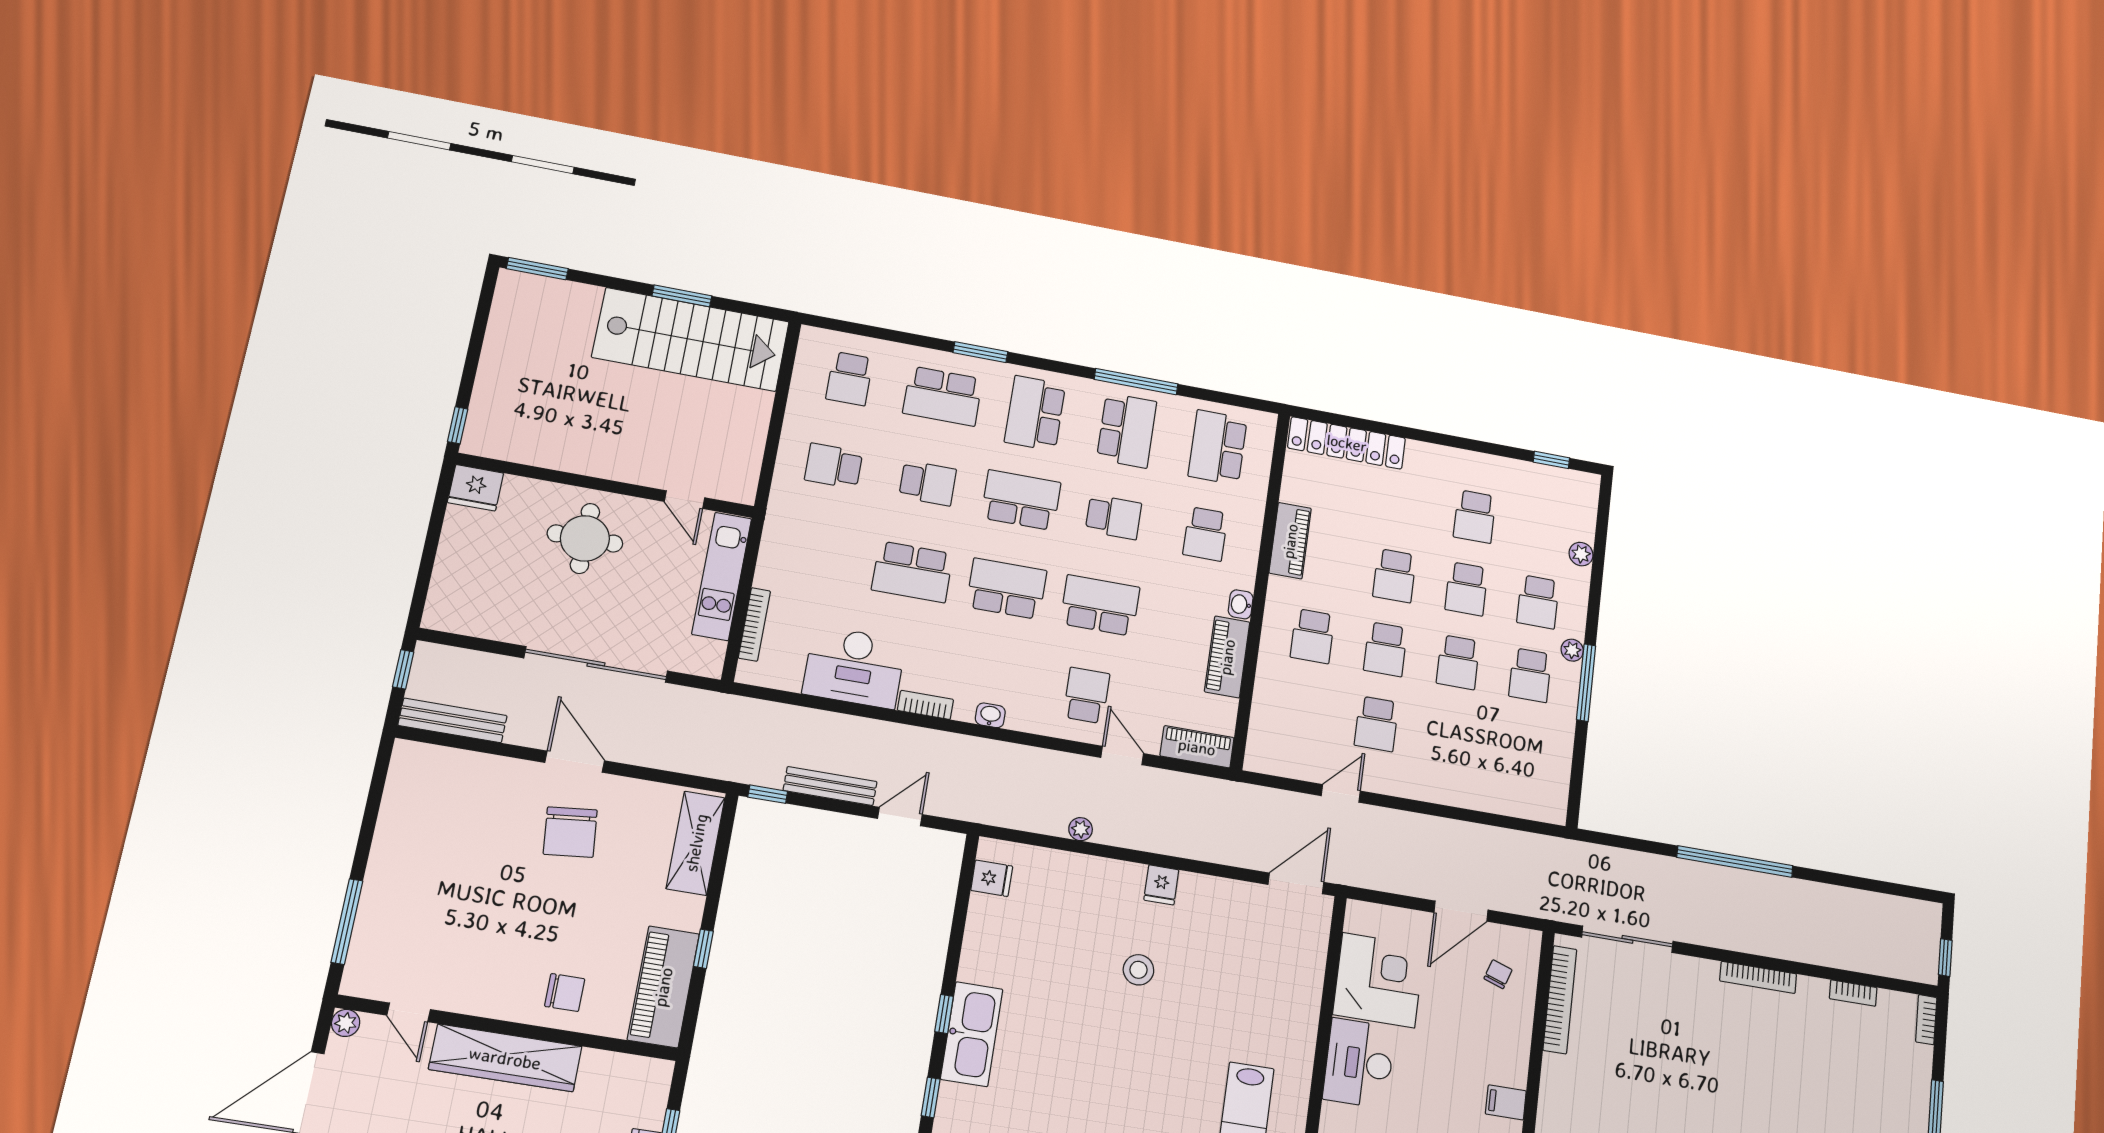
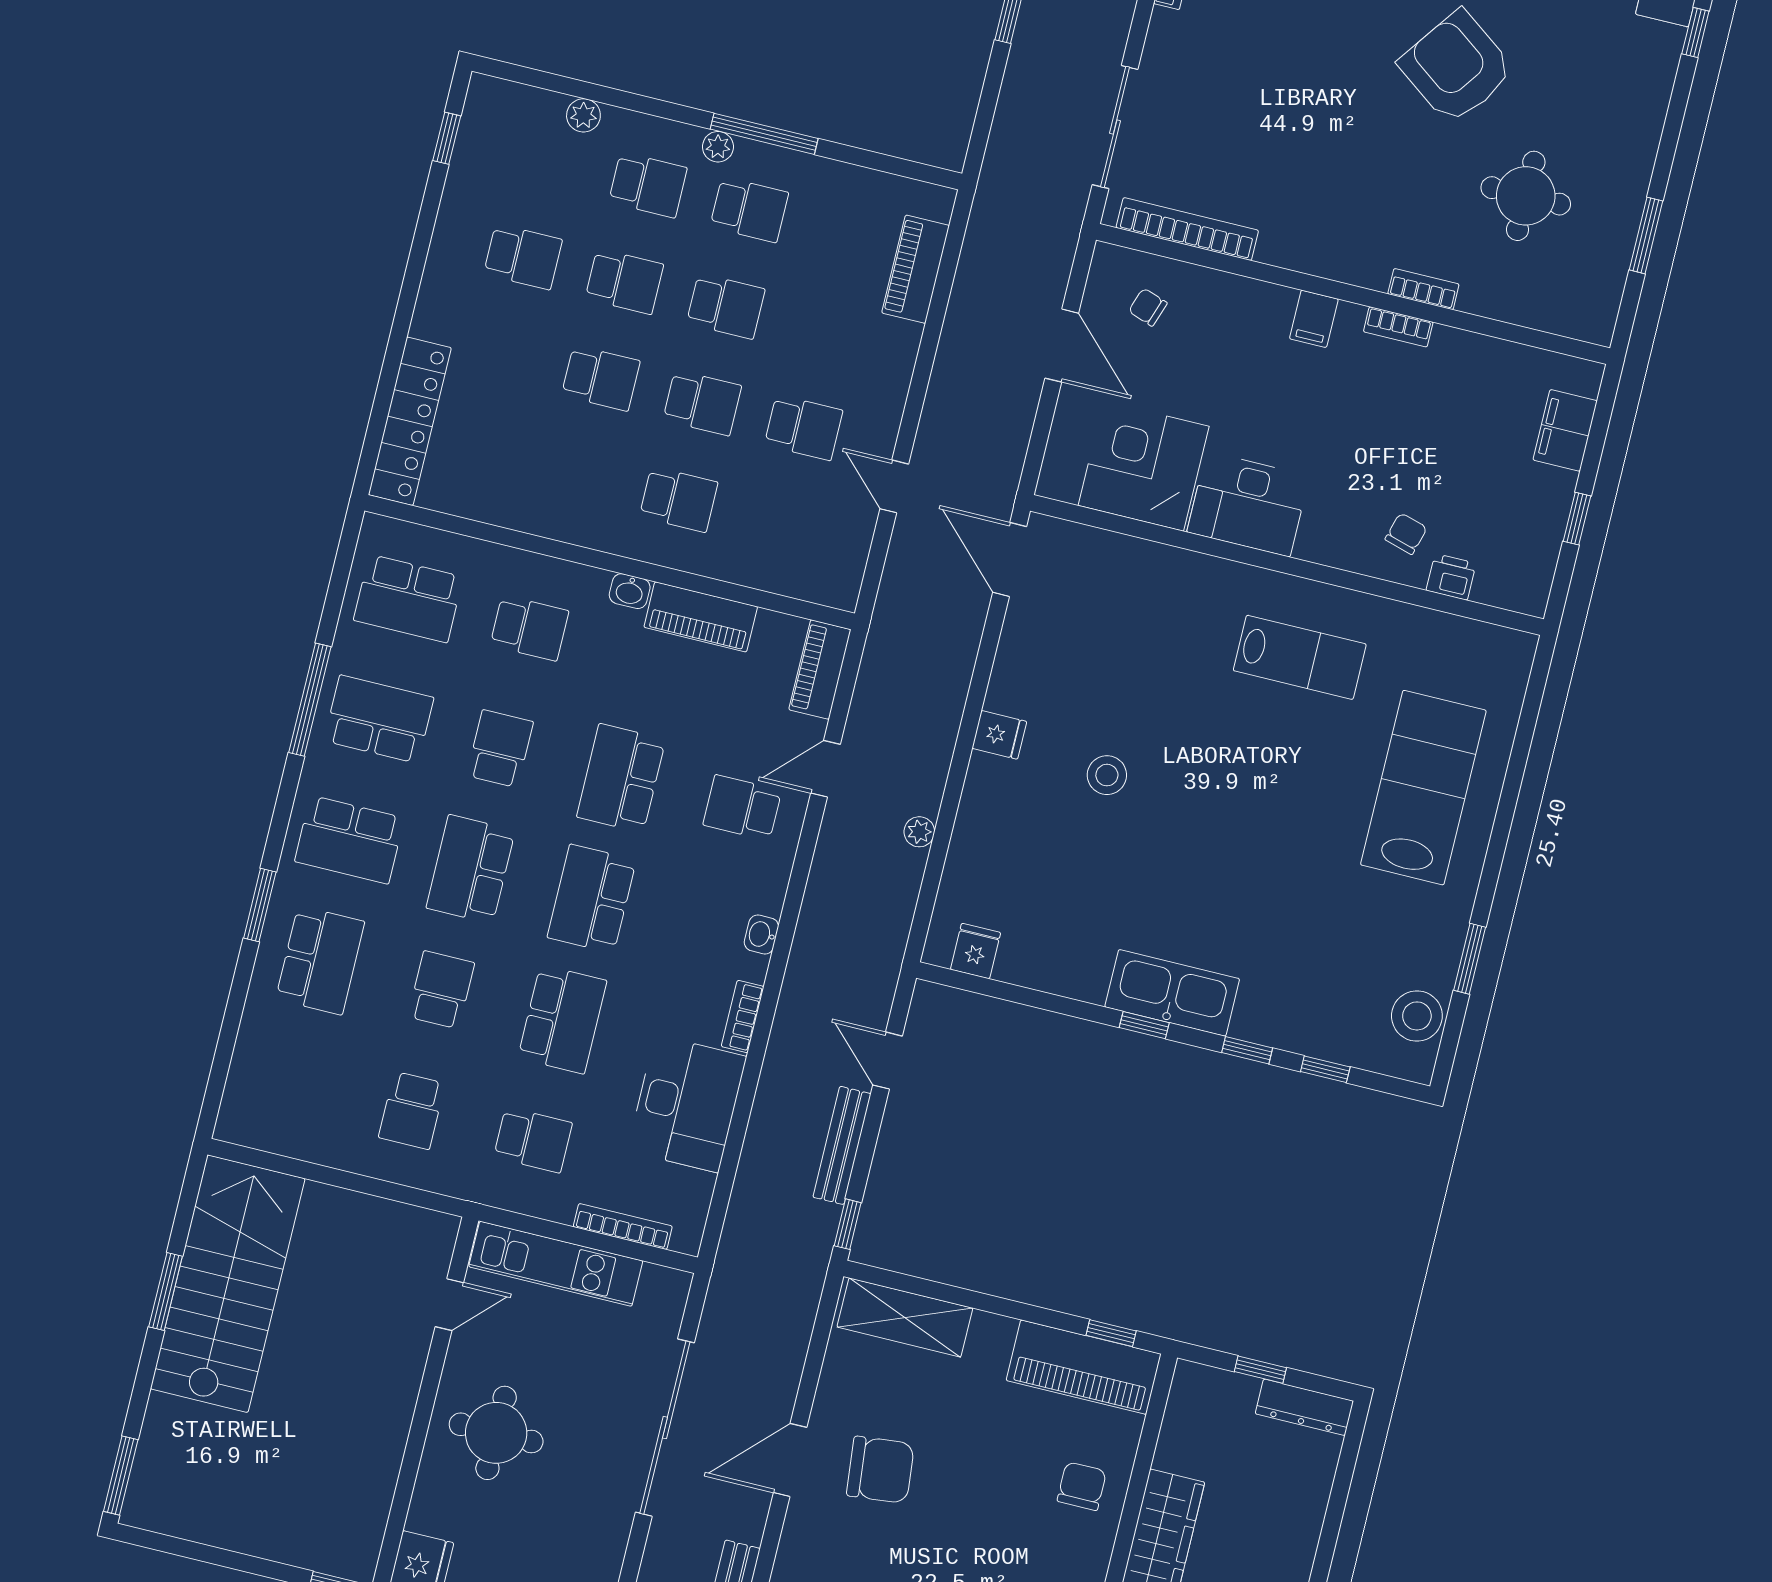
school desk: (850, 379) -> (533, 1140), moved
piano: (1290, 541) -> (916, 269), moved, turned -90
window: (703, 949) -> (1111, 1333), moved

